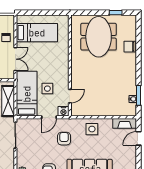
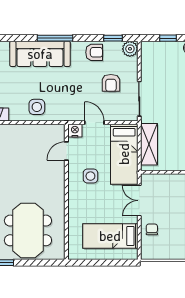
side table: (47, 89) -> (90, 176), moved
door: (49, 117) -> (94, 123), hinge flipped
armchair: (64, 139) -> (111, 83), moved

